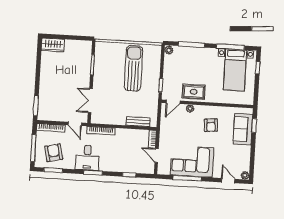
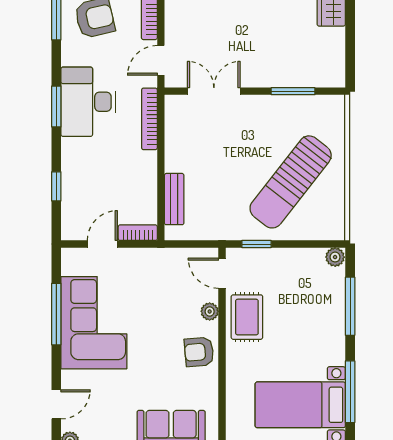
sun lounger: (133, 68) -> (291, 182), turned 128
armchair: (211, 125) -> (199, 352), moved
desk: (87, 158) -> (88, 102), width x1.37

